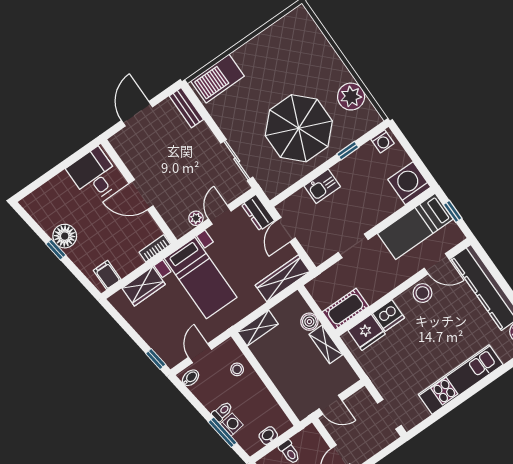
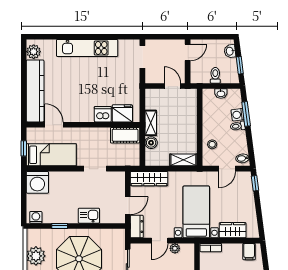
stool: (422, 293) -> (74, 113), removed

